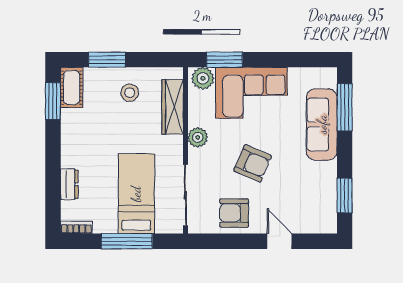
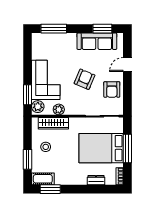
sofa: (322, 124) -> (97, 41), moved
plant: (198, 137) -> (59, 109), moved
bed: (136, 194) -> (101, 148), width x1.50

